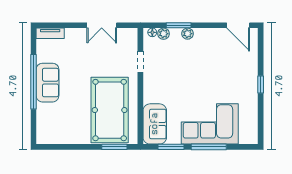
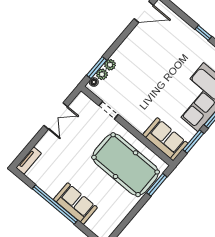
window: (179, 25) -> (97, 68), moved
plant: (188, 34) -> (110, 65), moved
sofa: (48, 83) -> (75, 204), moved

